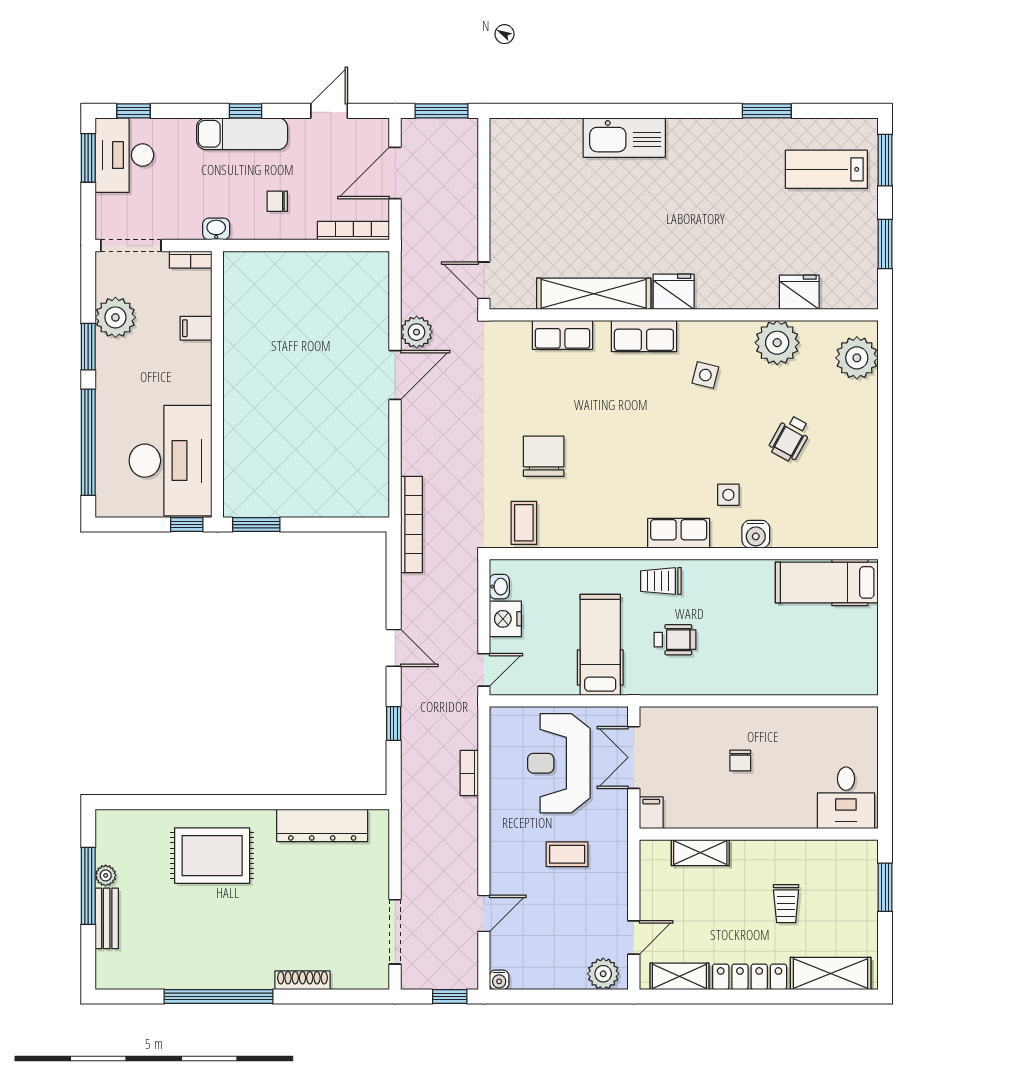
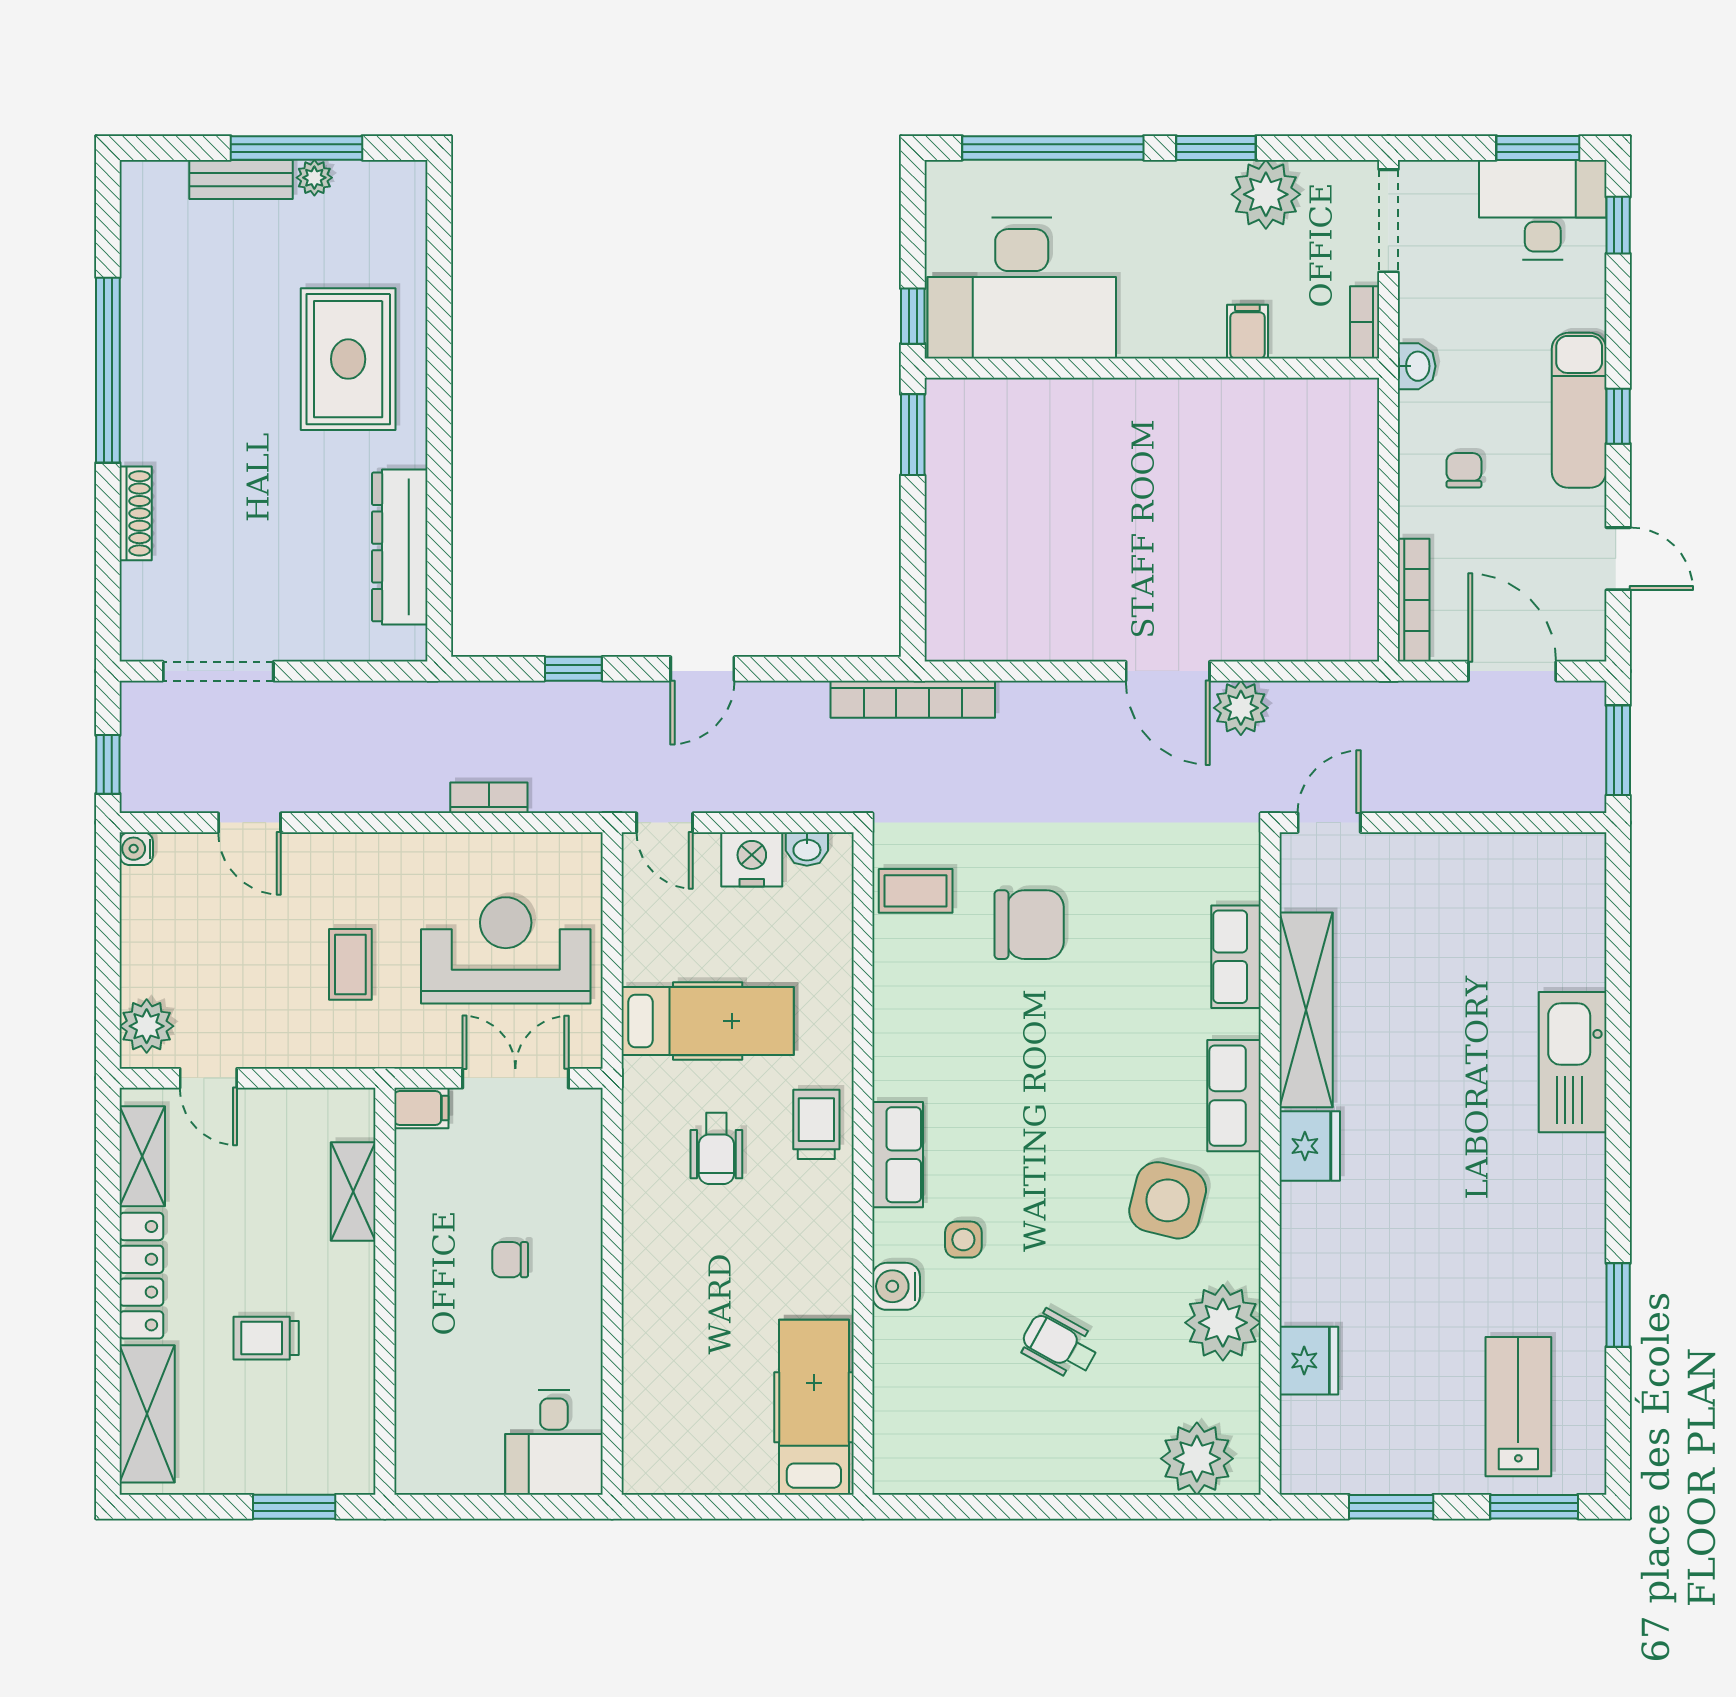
side table: (705, 375) -> (1168, 1200), width x1.87, depth x1.87
desk: (846, 798) -> (554, 1442), moved, turned -90

